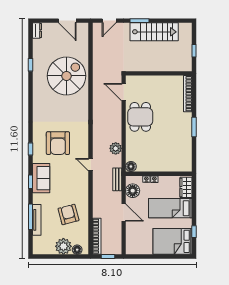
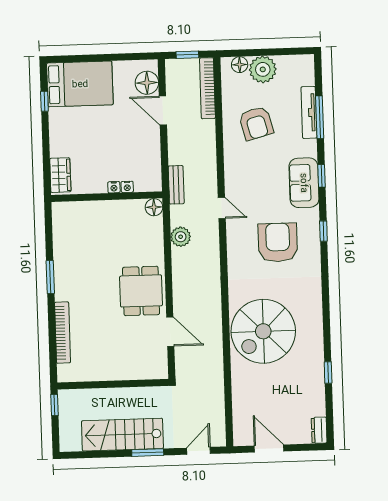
wall: (159, 73) -> (113, 384), moved
spiral stairs: (66, 76) -> (263, 331), moved
floor lamp: (133, 191) -> (147, 83), moved
bed: (170, 208) -> (85, 139), removed
door: (124, 213) -> (163, 111), moved

